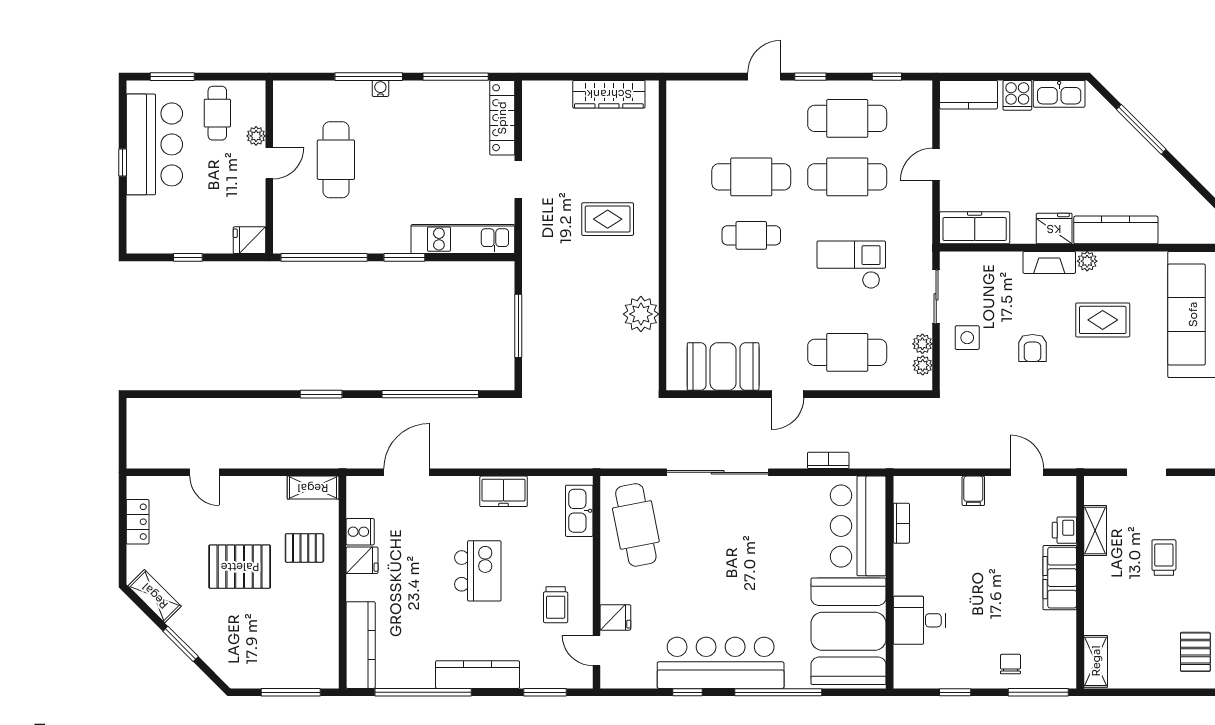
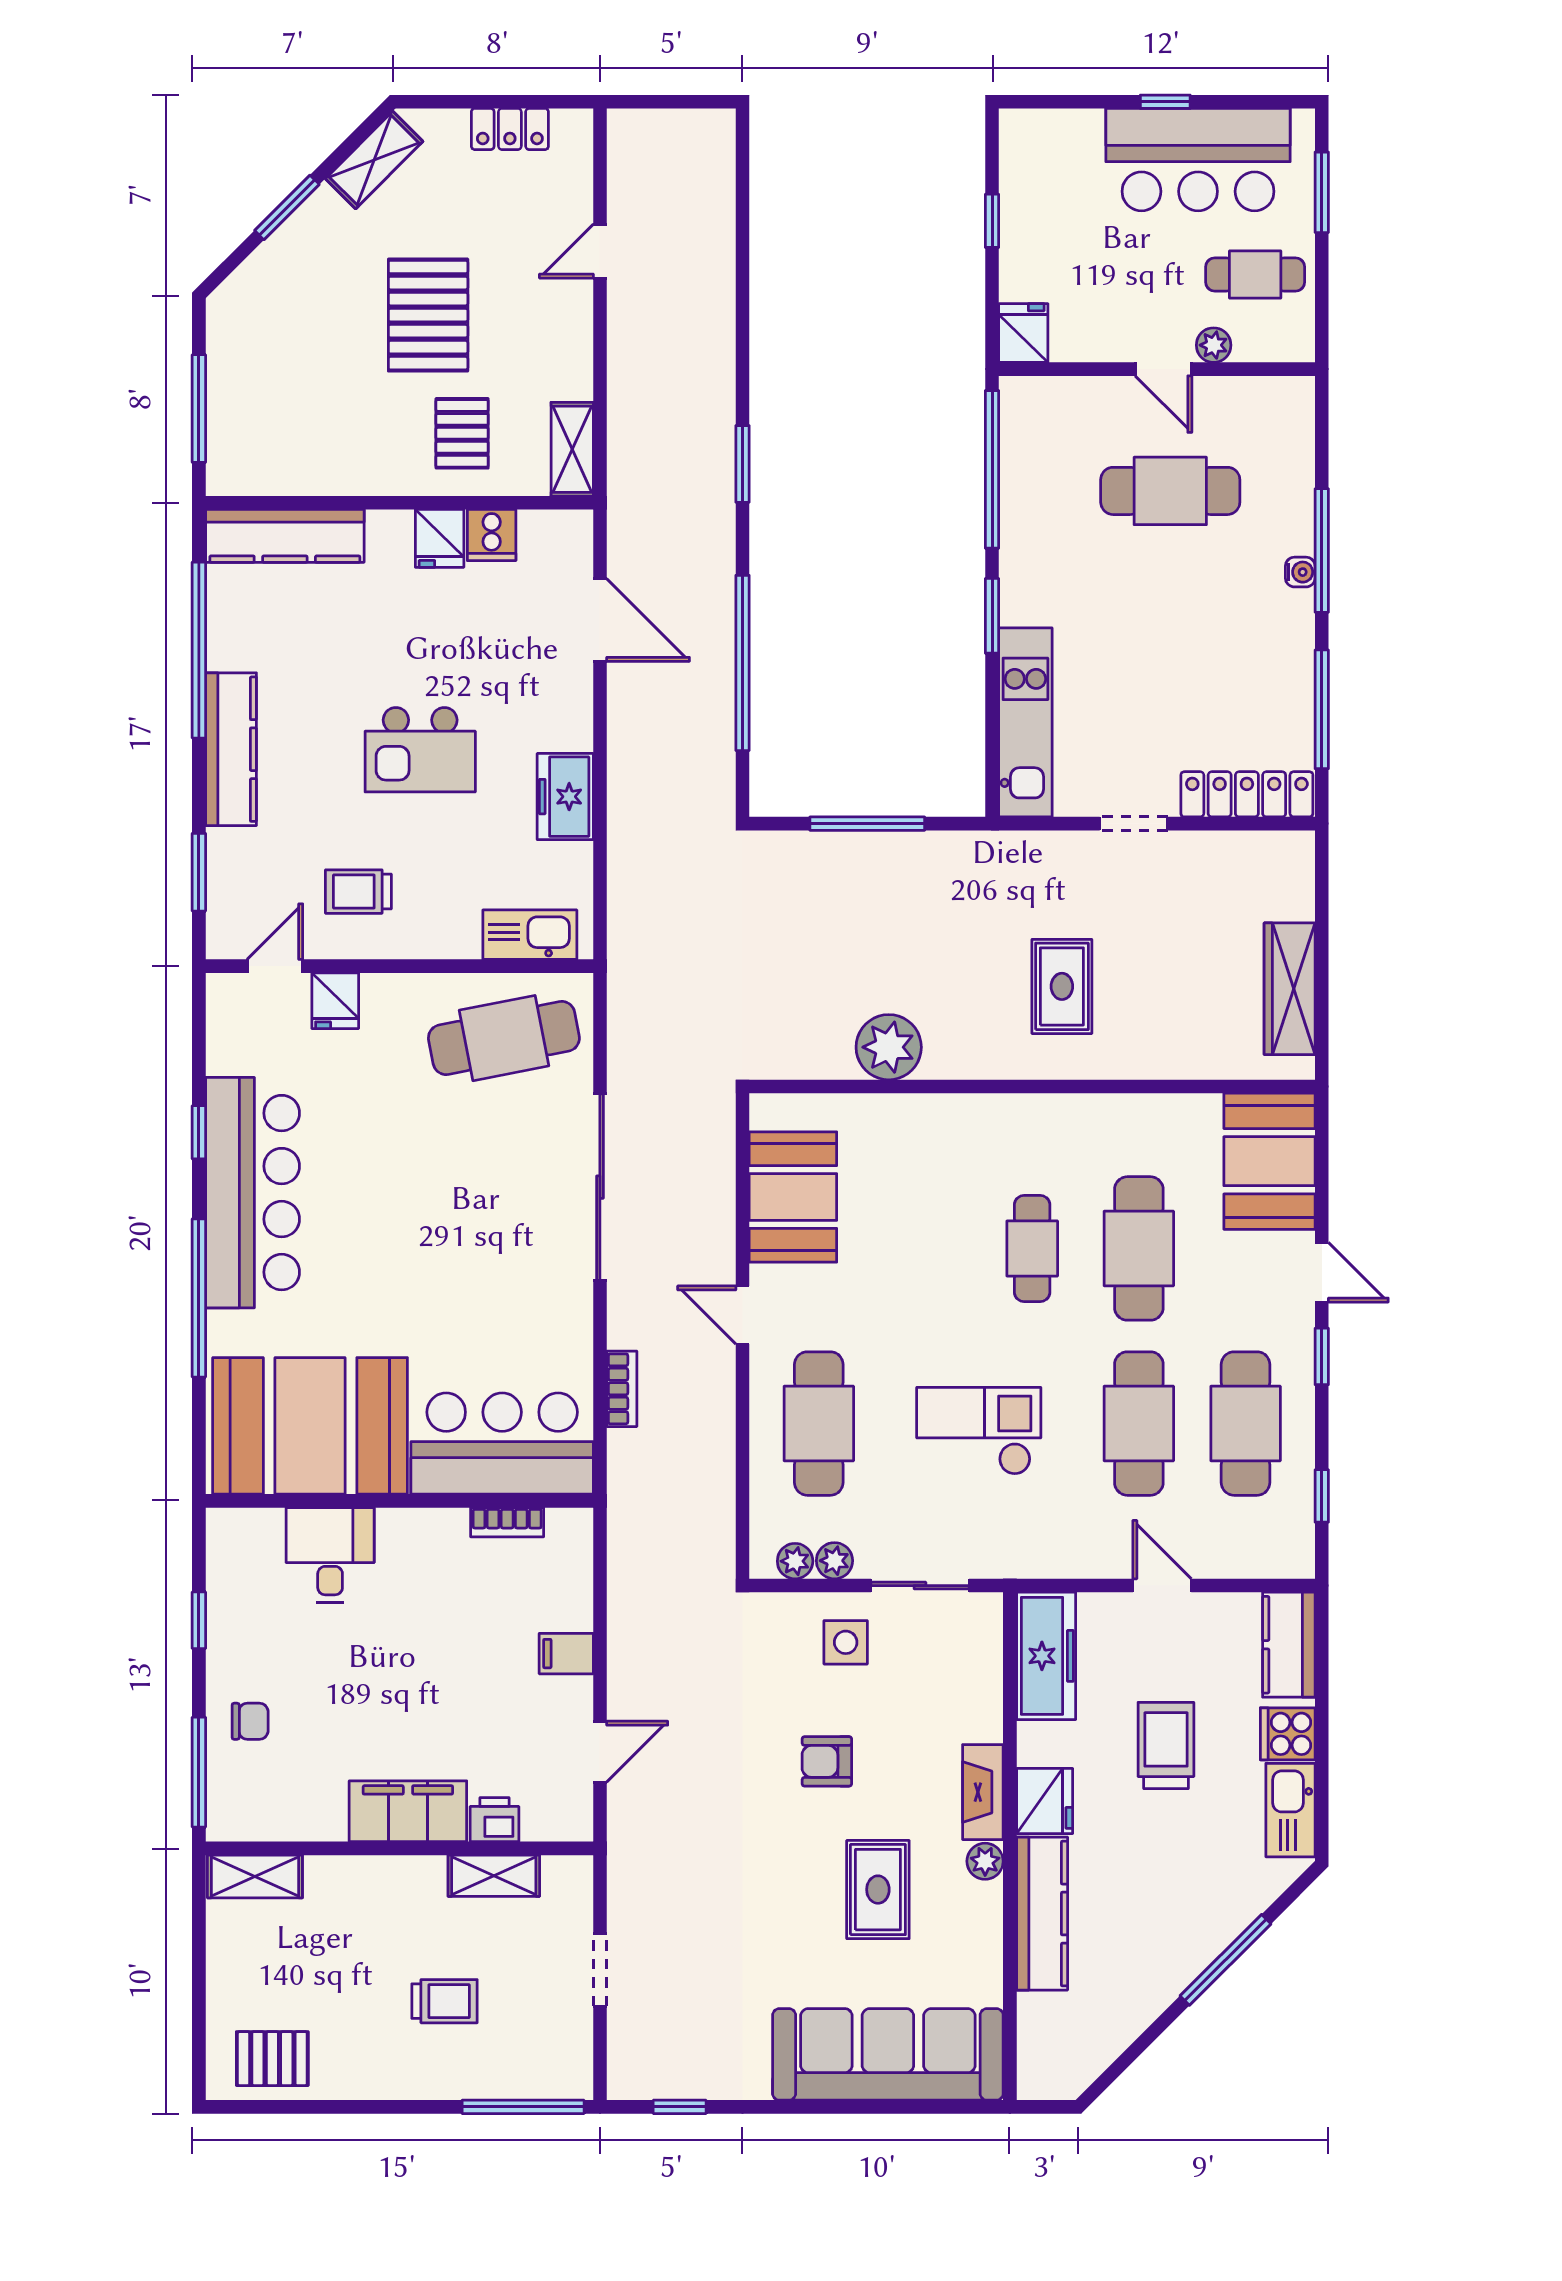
booth: (703, 105) -> (1269, 1161), added
trolley: (1024, 162) -> (1166, 1745), added
checkout: (851, 265) -> (979, 1431), turned -90

